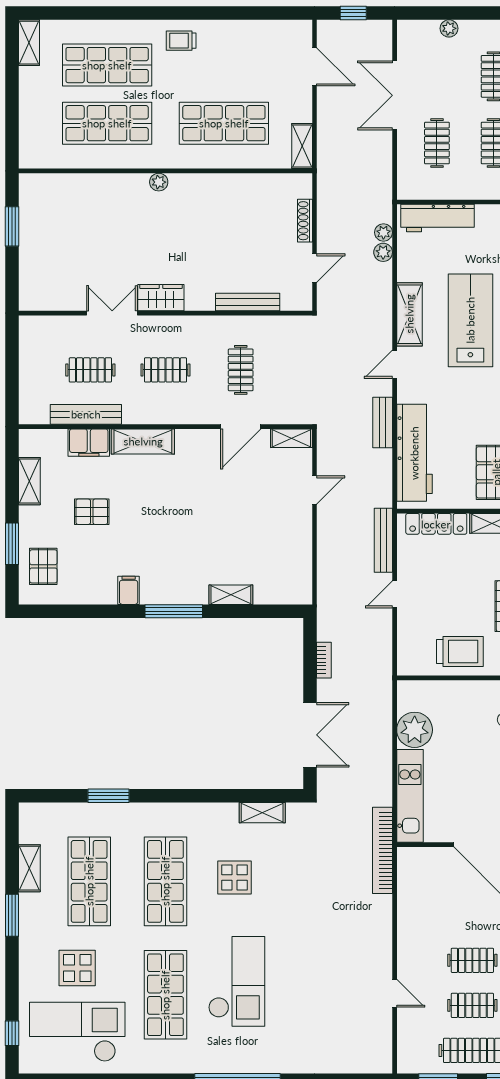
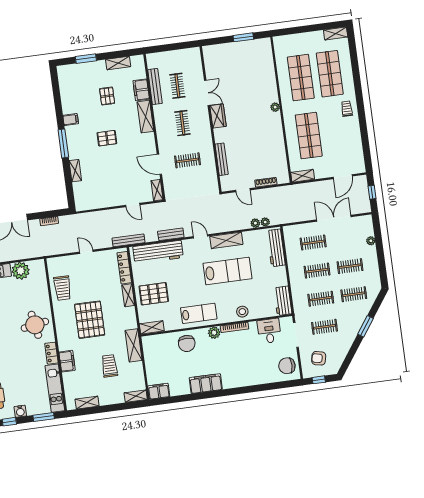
bench: (383, 540) -> (128, 240), moved
pallet: (43, 566) -> (107, 138), moved

